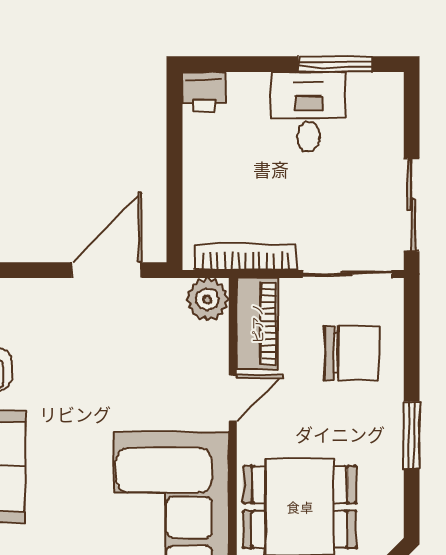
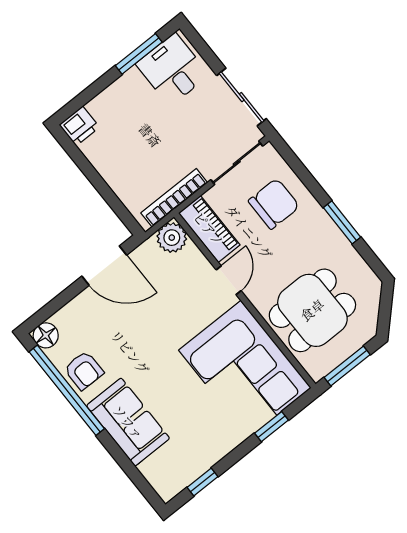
desk: (308, 112) -> (173, 69), moved
door: (107, 270) -> (104, 266), swing flipped

